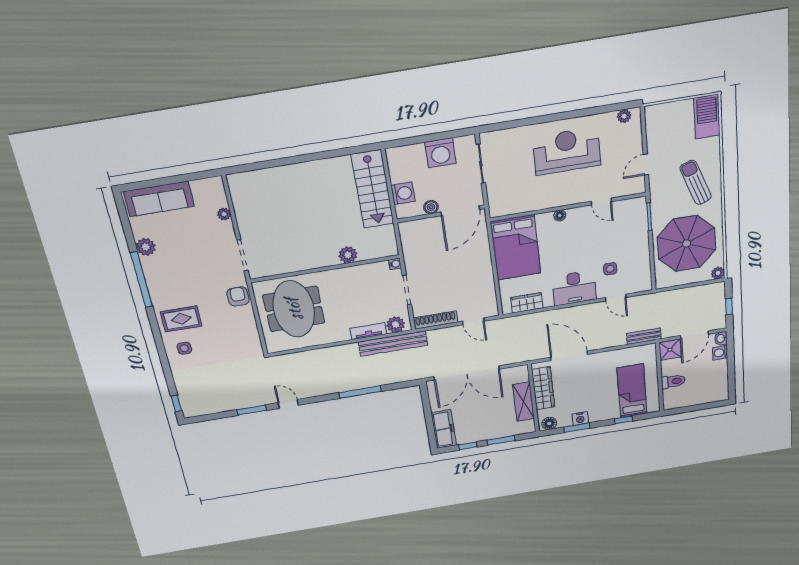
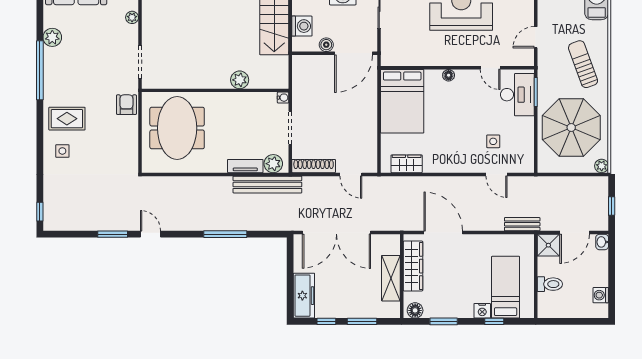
desk: (574, 288) -> (517, 95), moved, turned -90
washing machine: (720, 353) -> (601, 295), moved
nightstand: (580, 419) -> (482, 311), moved

